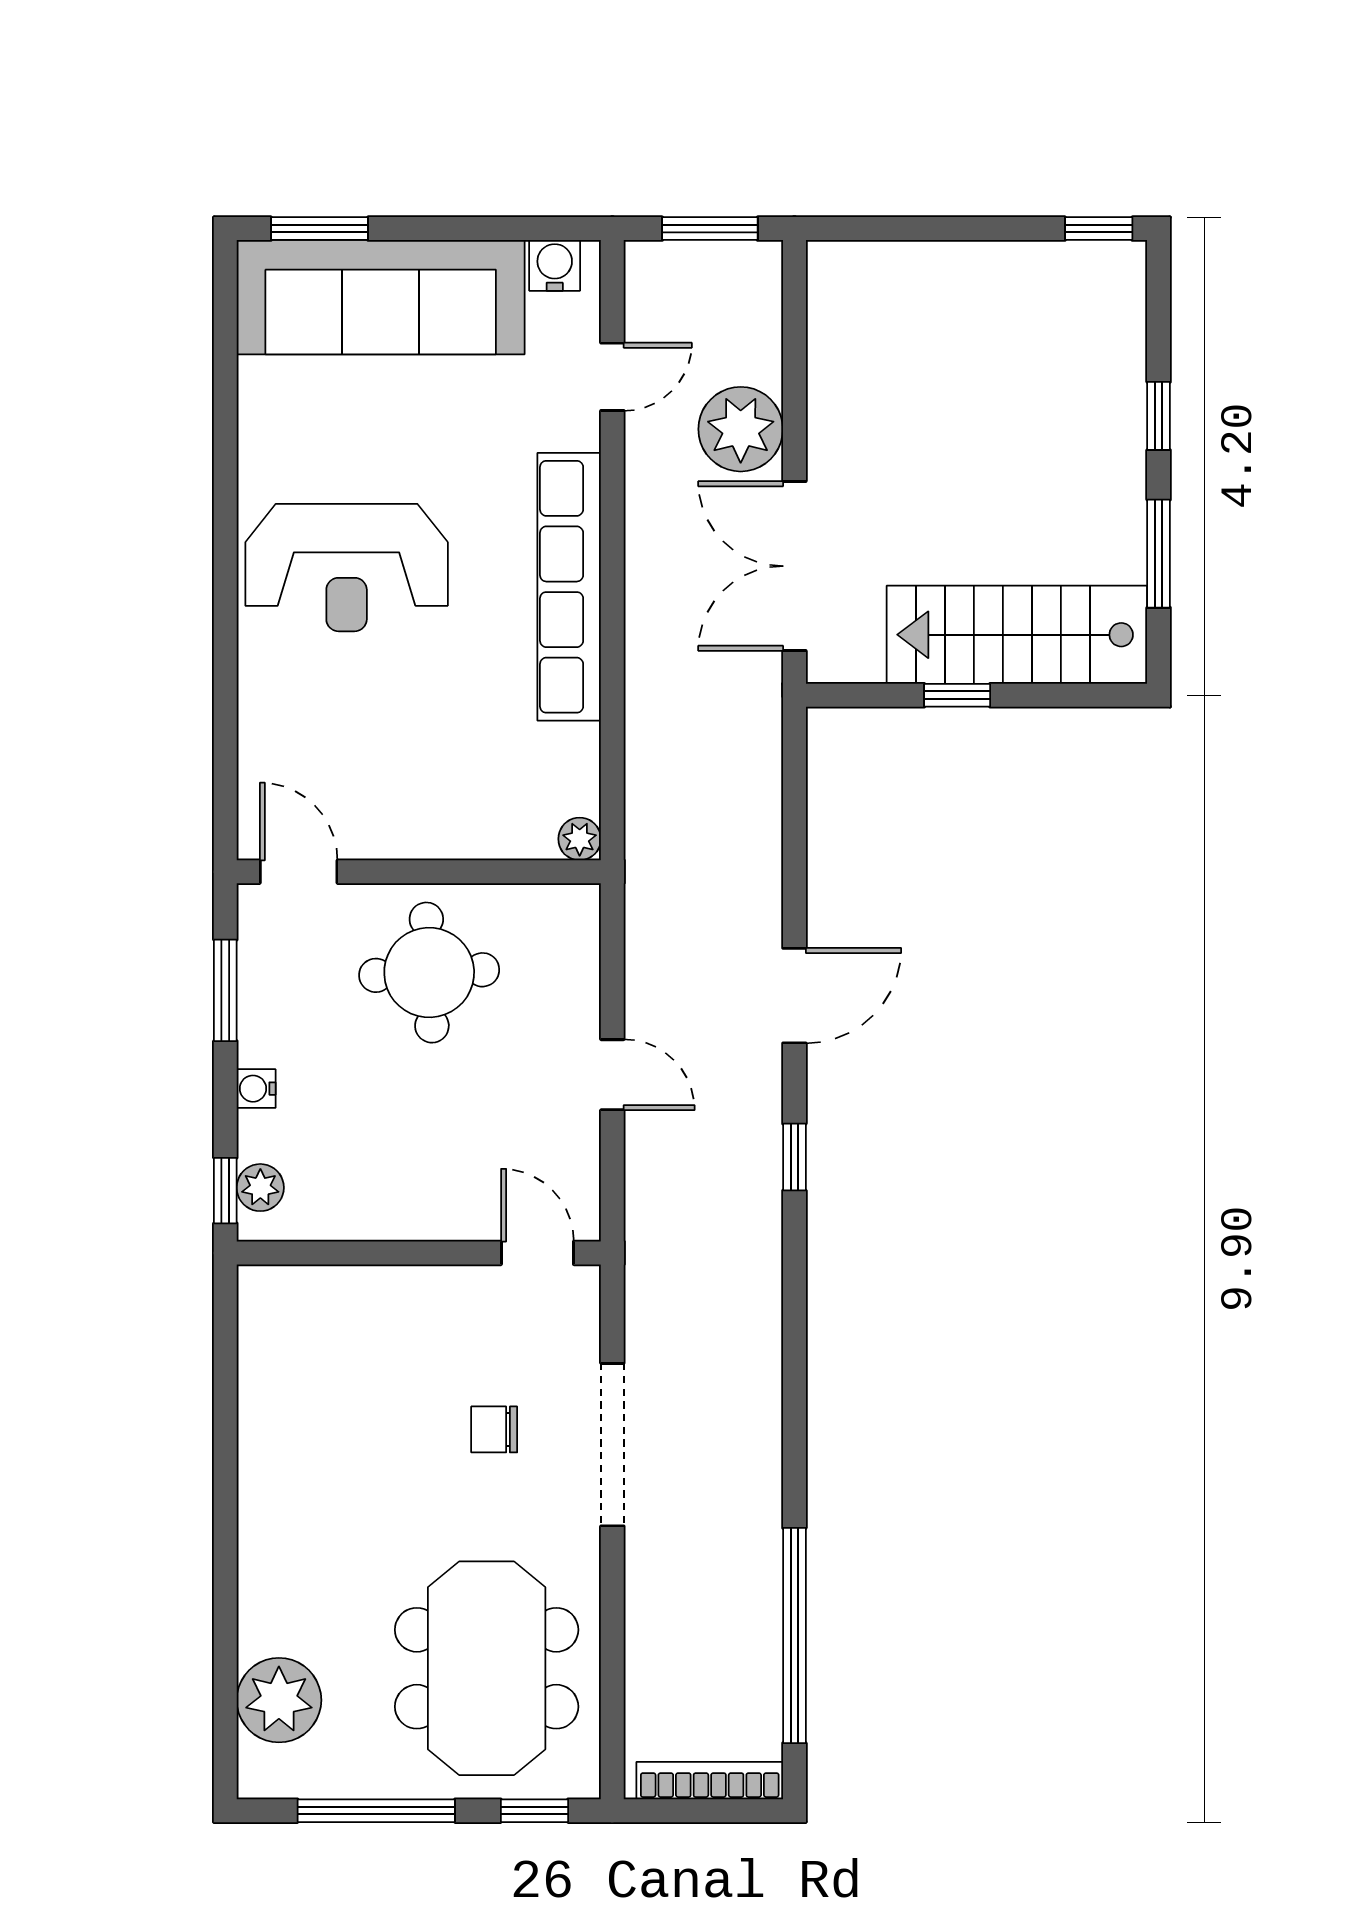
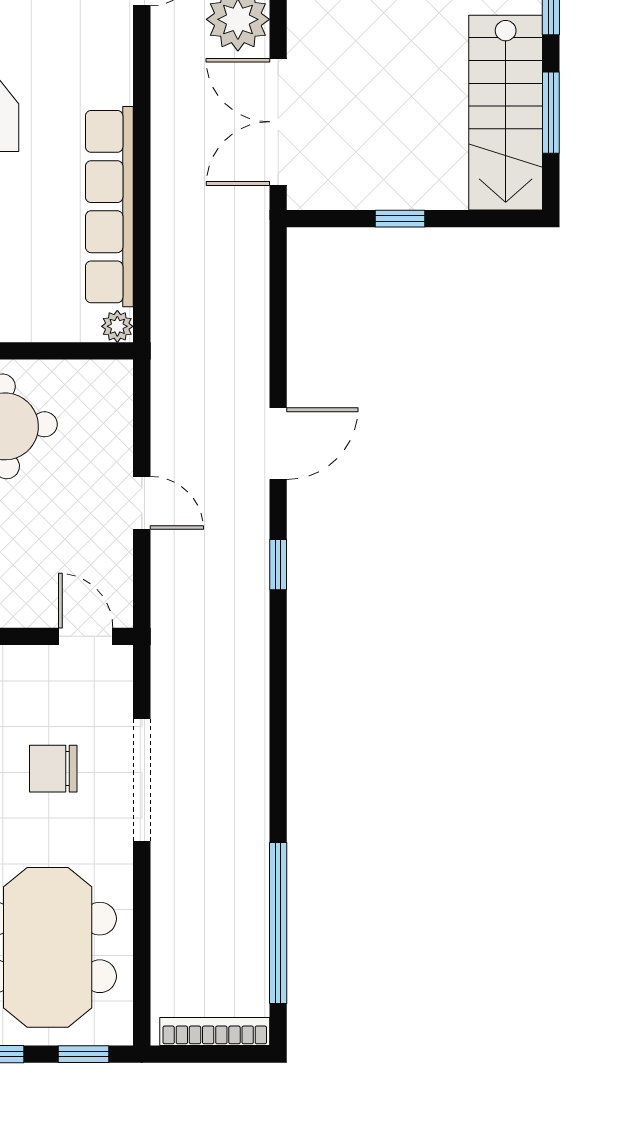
row of seats: (569, 587) -> (109, 207), moved
stairs: (1017, 635) -> (506, 113), moved, turned -90
chair: (494, 1429) -> (53, 769), width x1.37, depth x1.37

